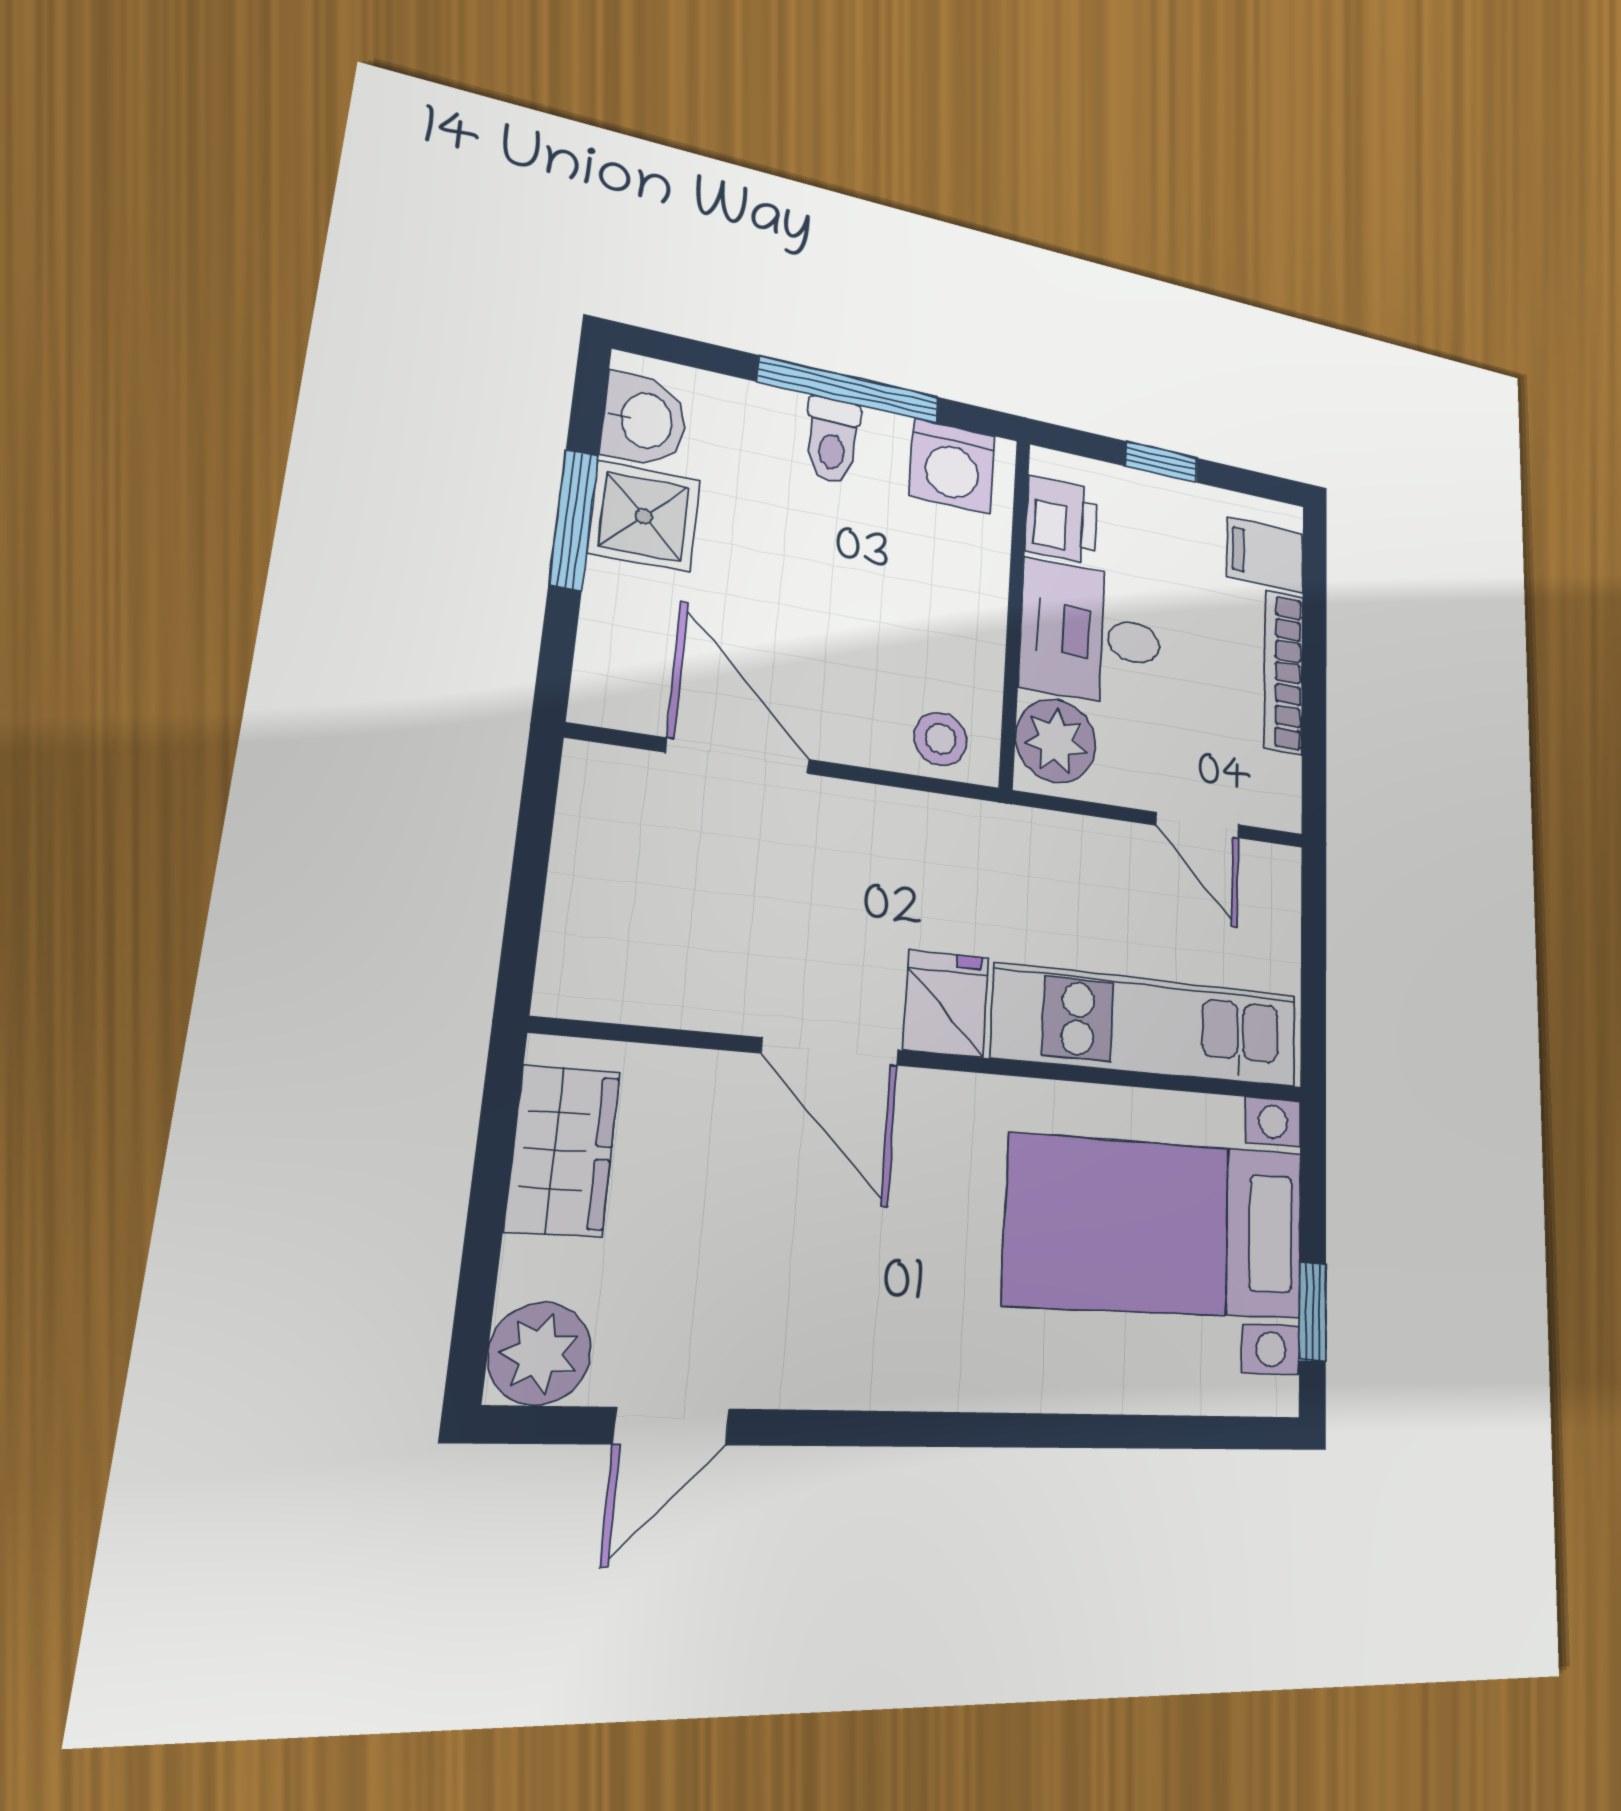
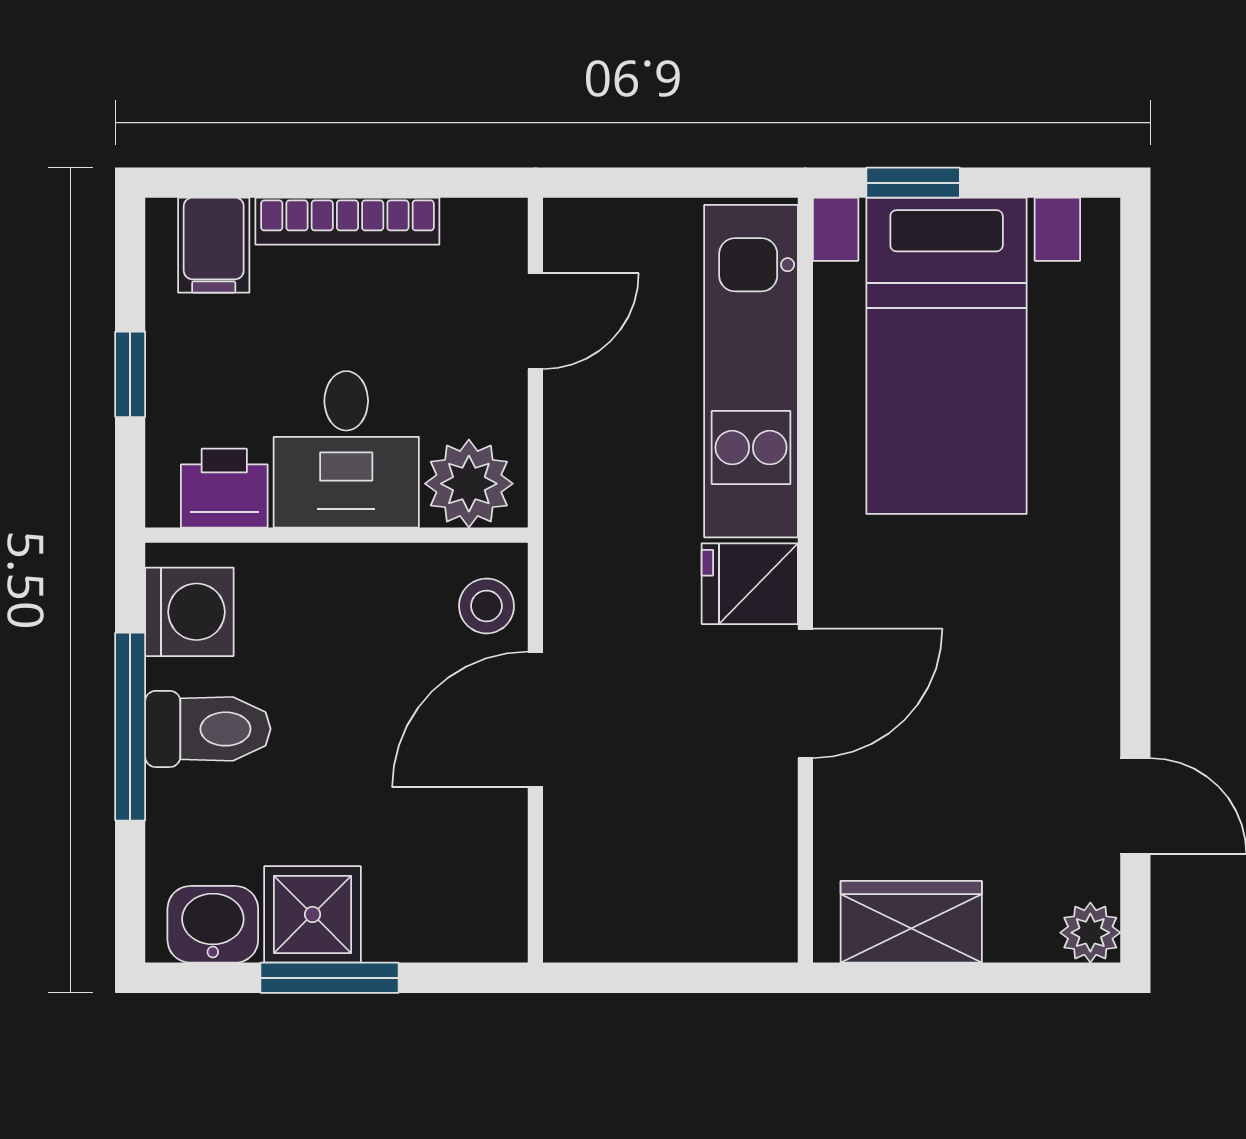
toilet: (832, 440) -> (208, 729), width x1.37, depth x1.39
door: (738, 756) -> (535, 720), moved
window: (1313, 1312) -> (913, 183), moved
plant: (540, 1354) -> (1090, 933), width x0.73, depth x0.73

